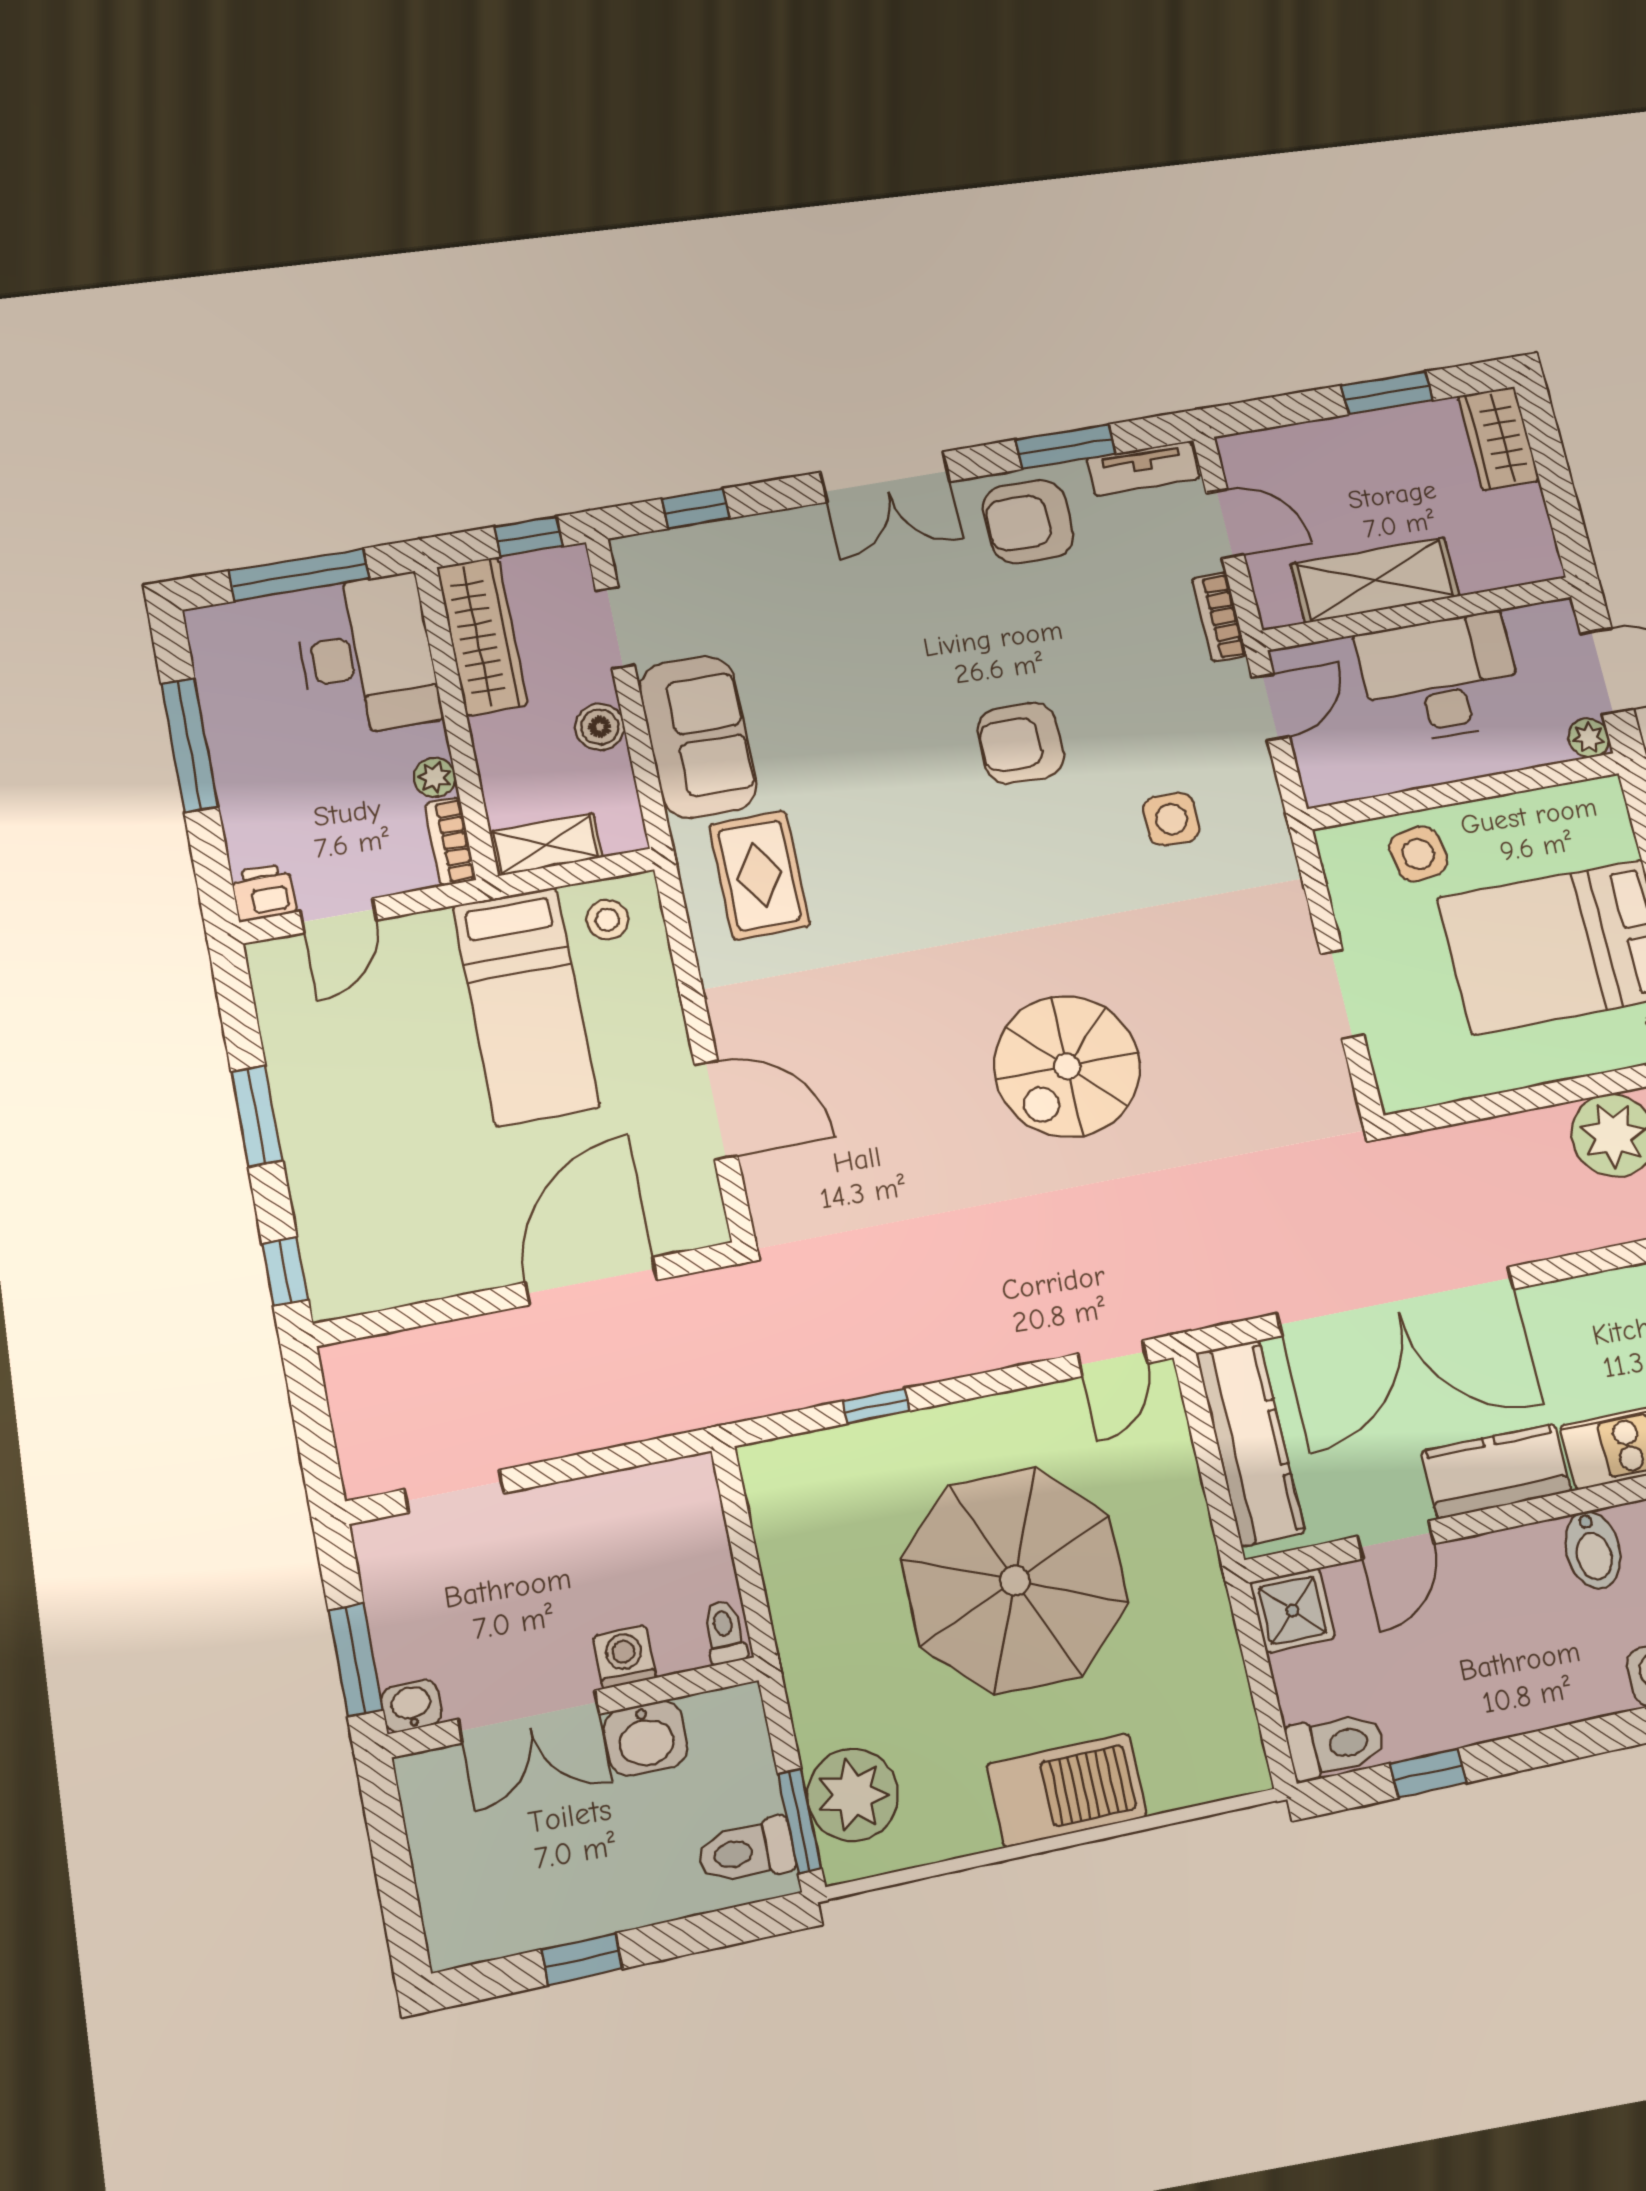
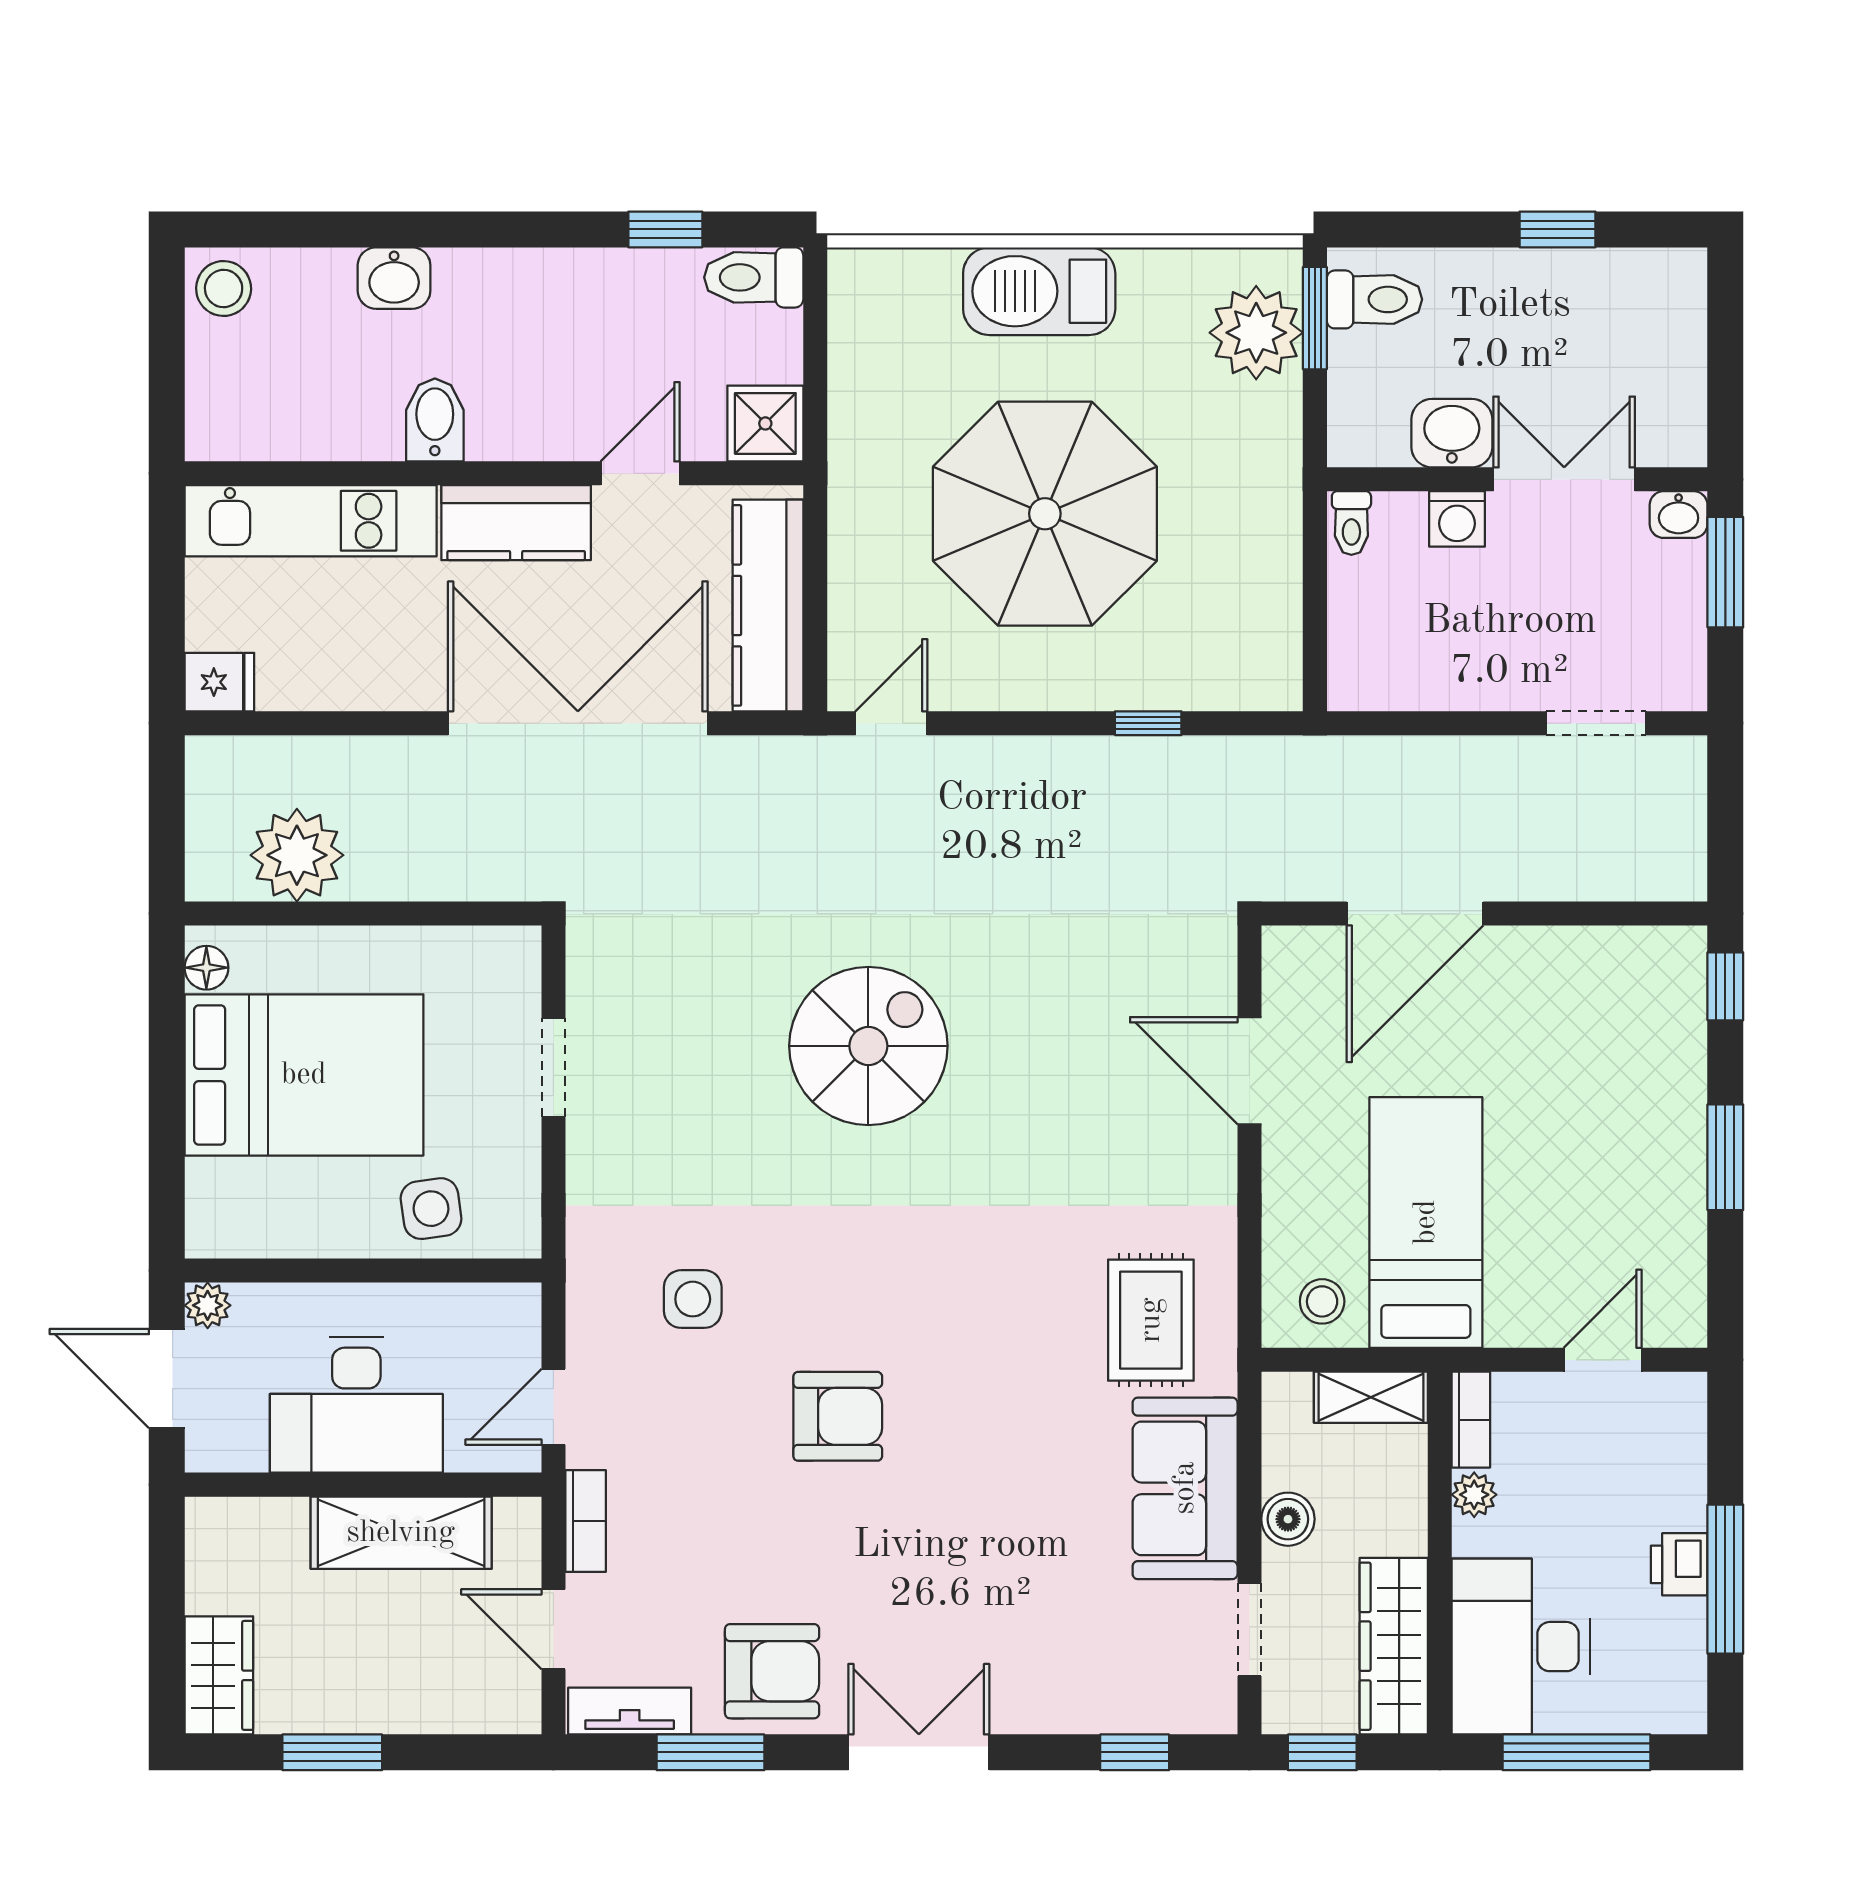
printer: (264, 893) -> (1679, 1564), moved, turned 90

